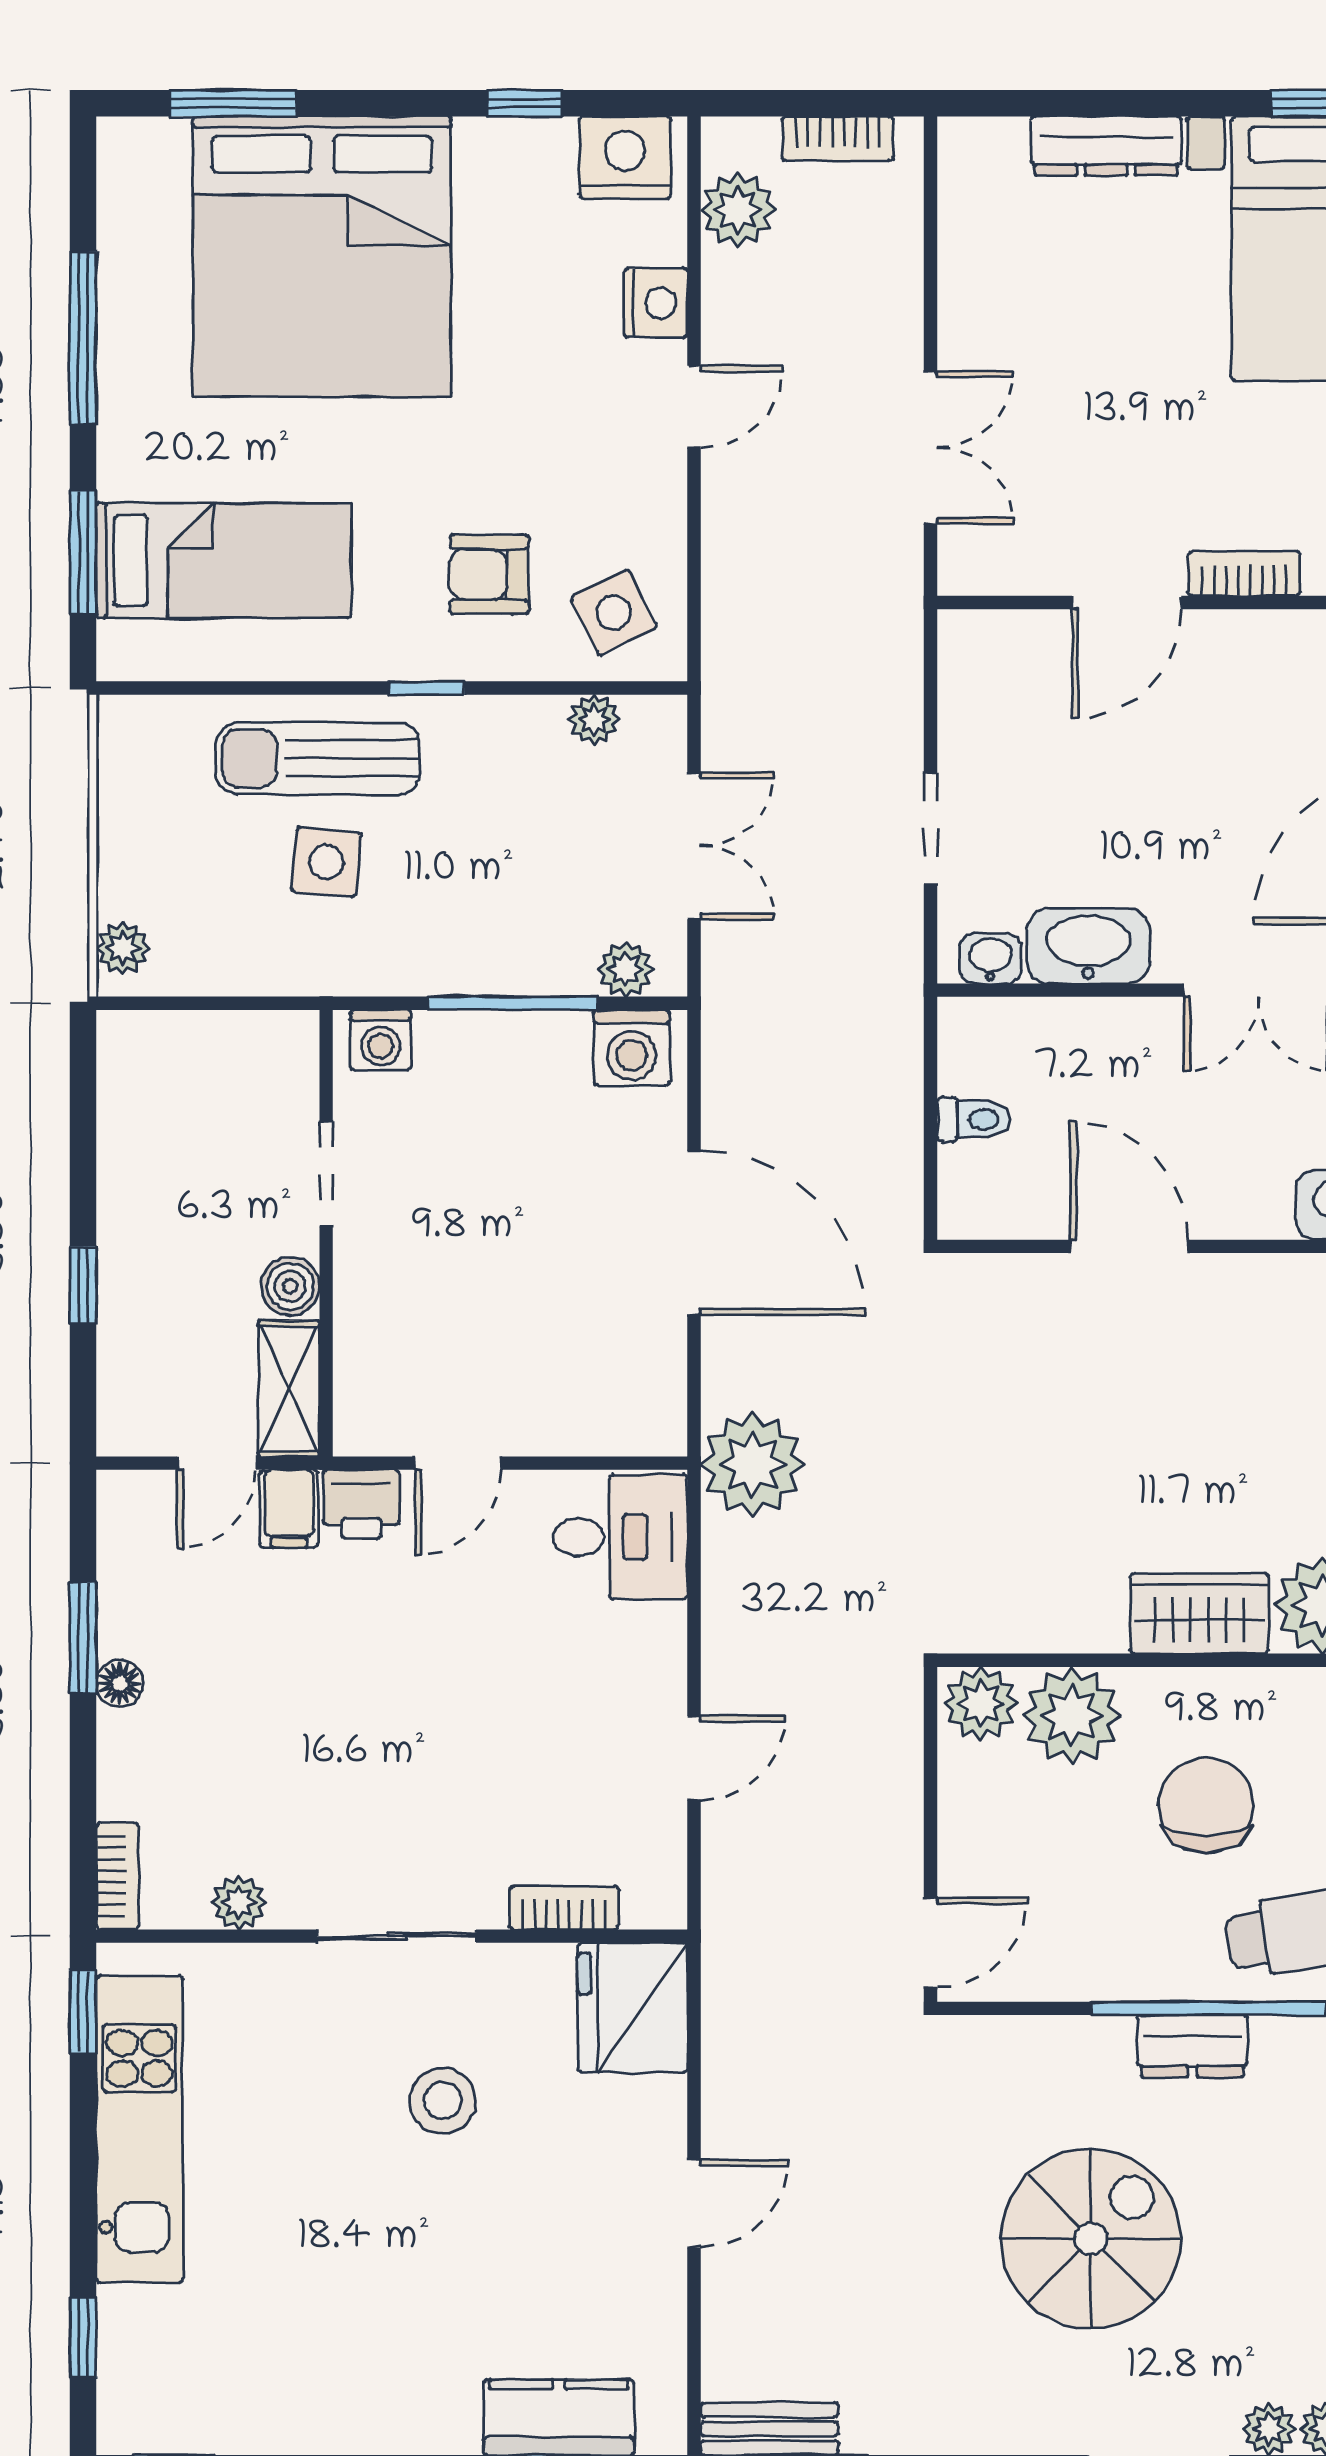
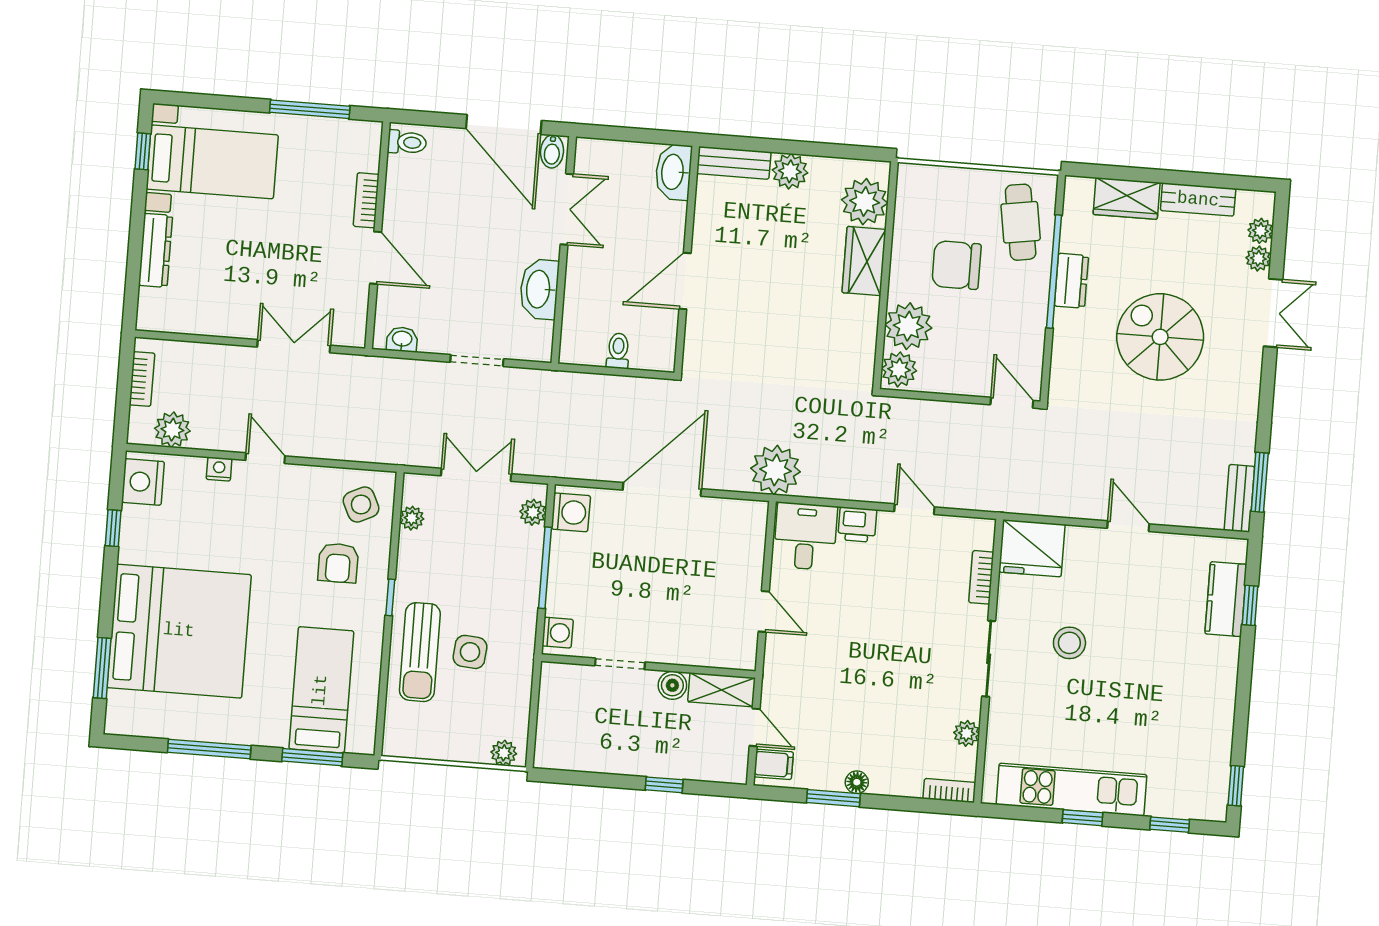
nightstand: (656, 303) -> (219, 469), width x0.72, depth x0.74
washbasin: (990, 959) -> (402, 339), moved, turned 90
printer: (361, 1504) -> (857, 525), moved, turned 90
filing cabinet: (289, 1509) -> (774, 764), moved
window: (83, 2011) -> (1083, 818), moved

